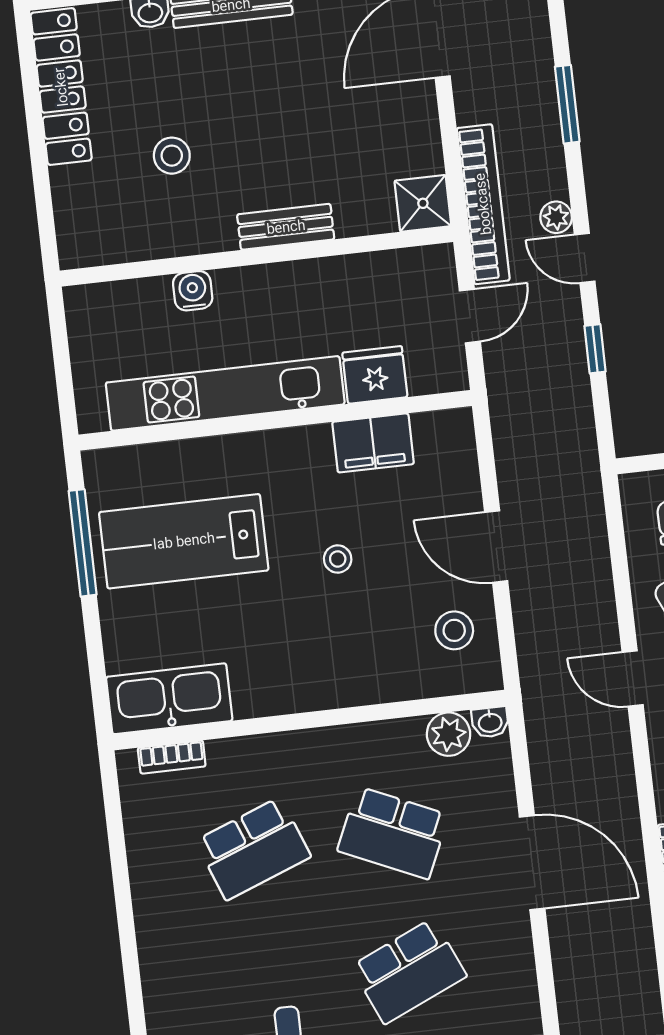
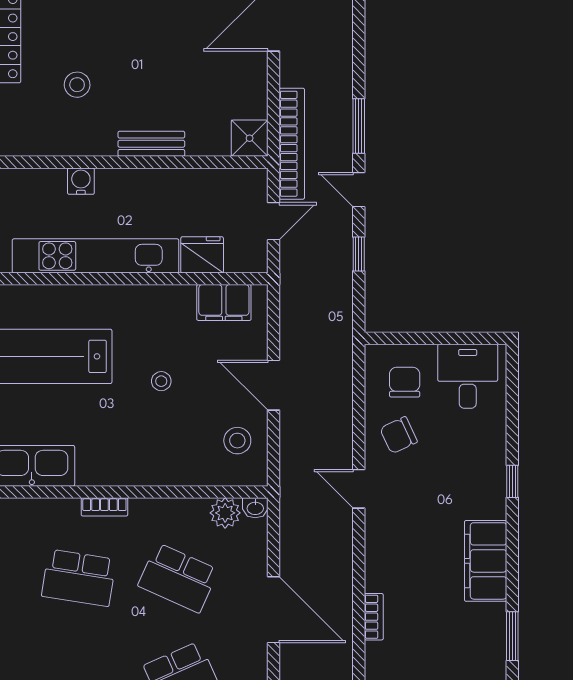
window: (567, 104) -> (359, 126), moved
plant: (556, 217) -> (342, 159), removed
filing cabinet: (373, 443) -> (224, 302), moved
bookcase: (172, 757) -> (104, 507), moved
school desk: (253, 849) -> (79, 578), turned 30

